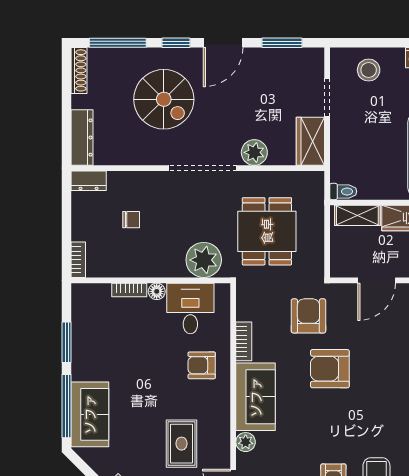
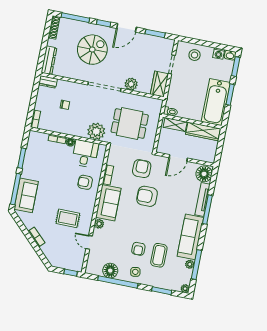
spiral stairs: (164, 99) -> (92, 50), turned -90
dining table: (267, 231) -> (130, 124), turned 90
rug: (182, 444) -> (68, 218), turned 90

